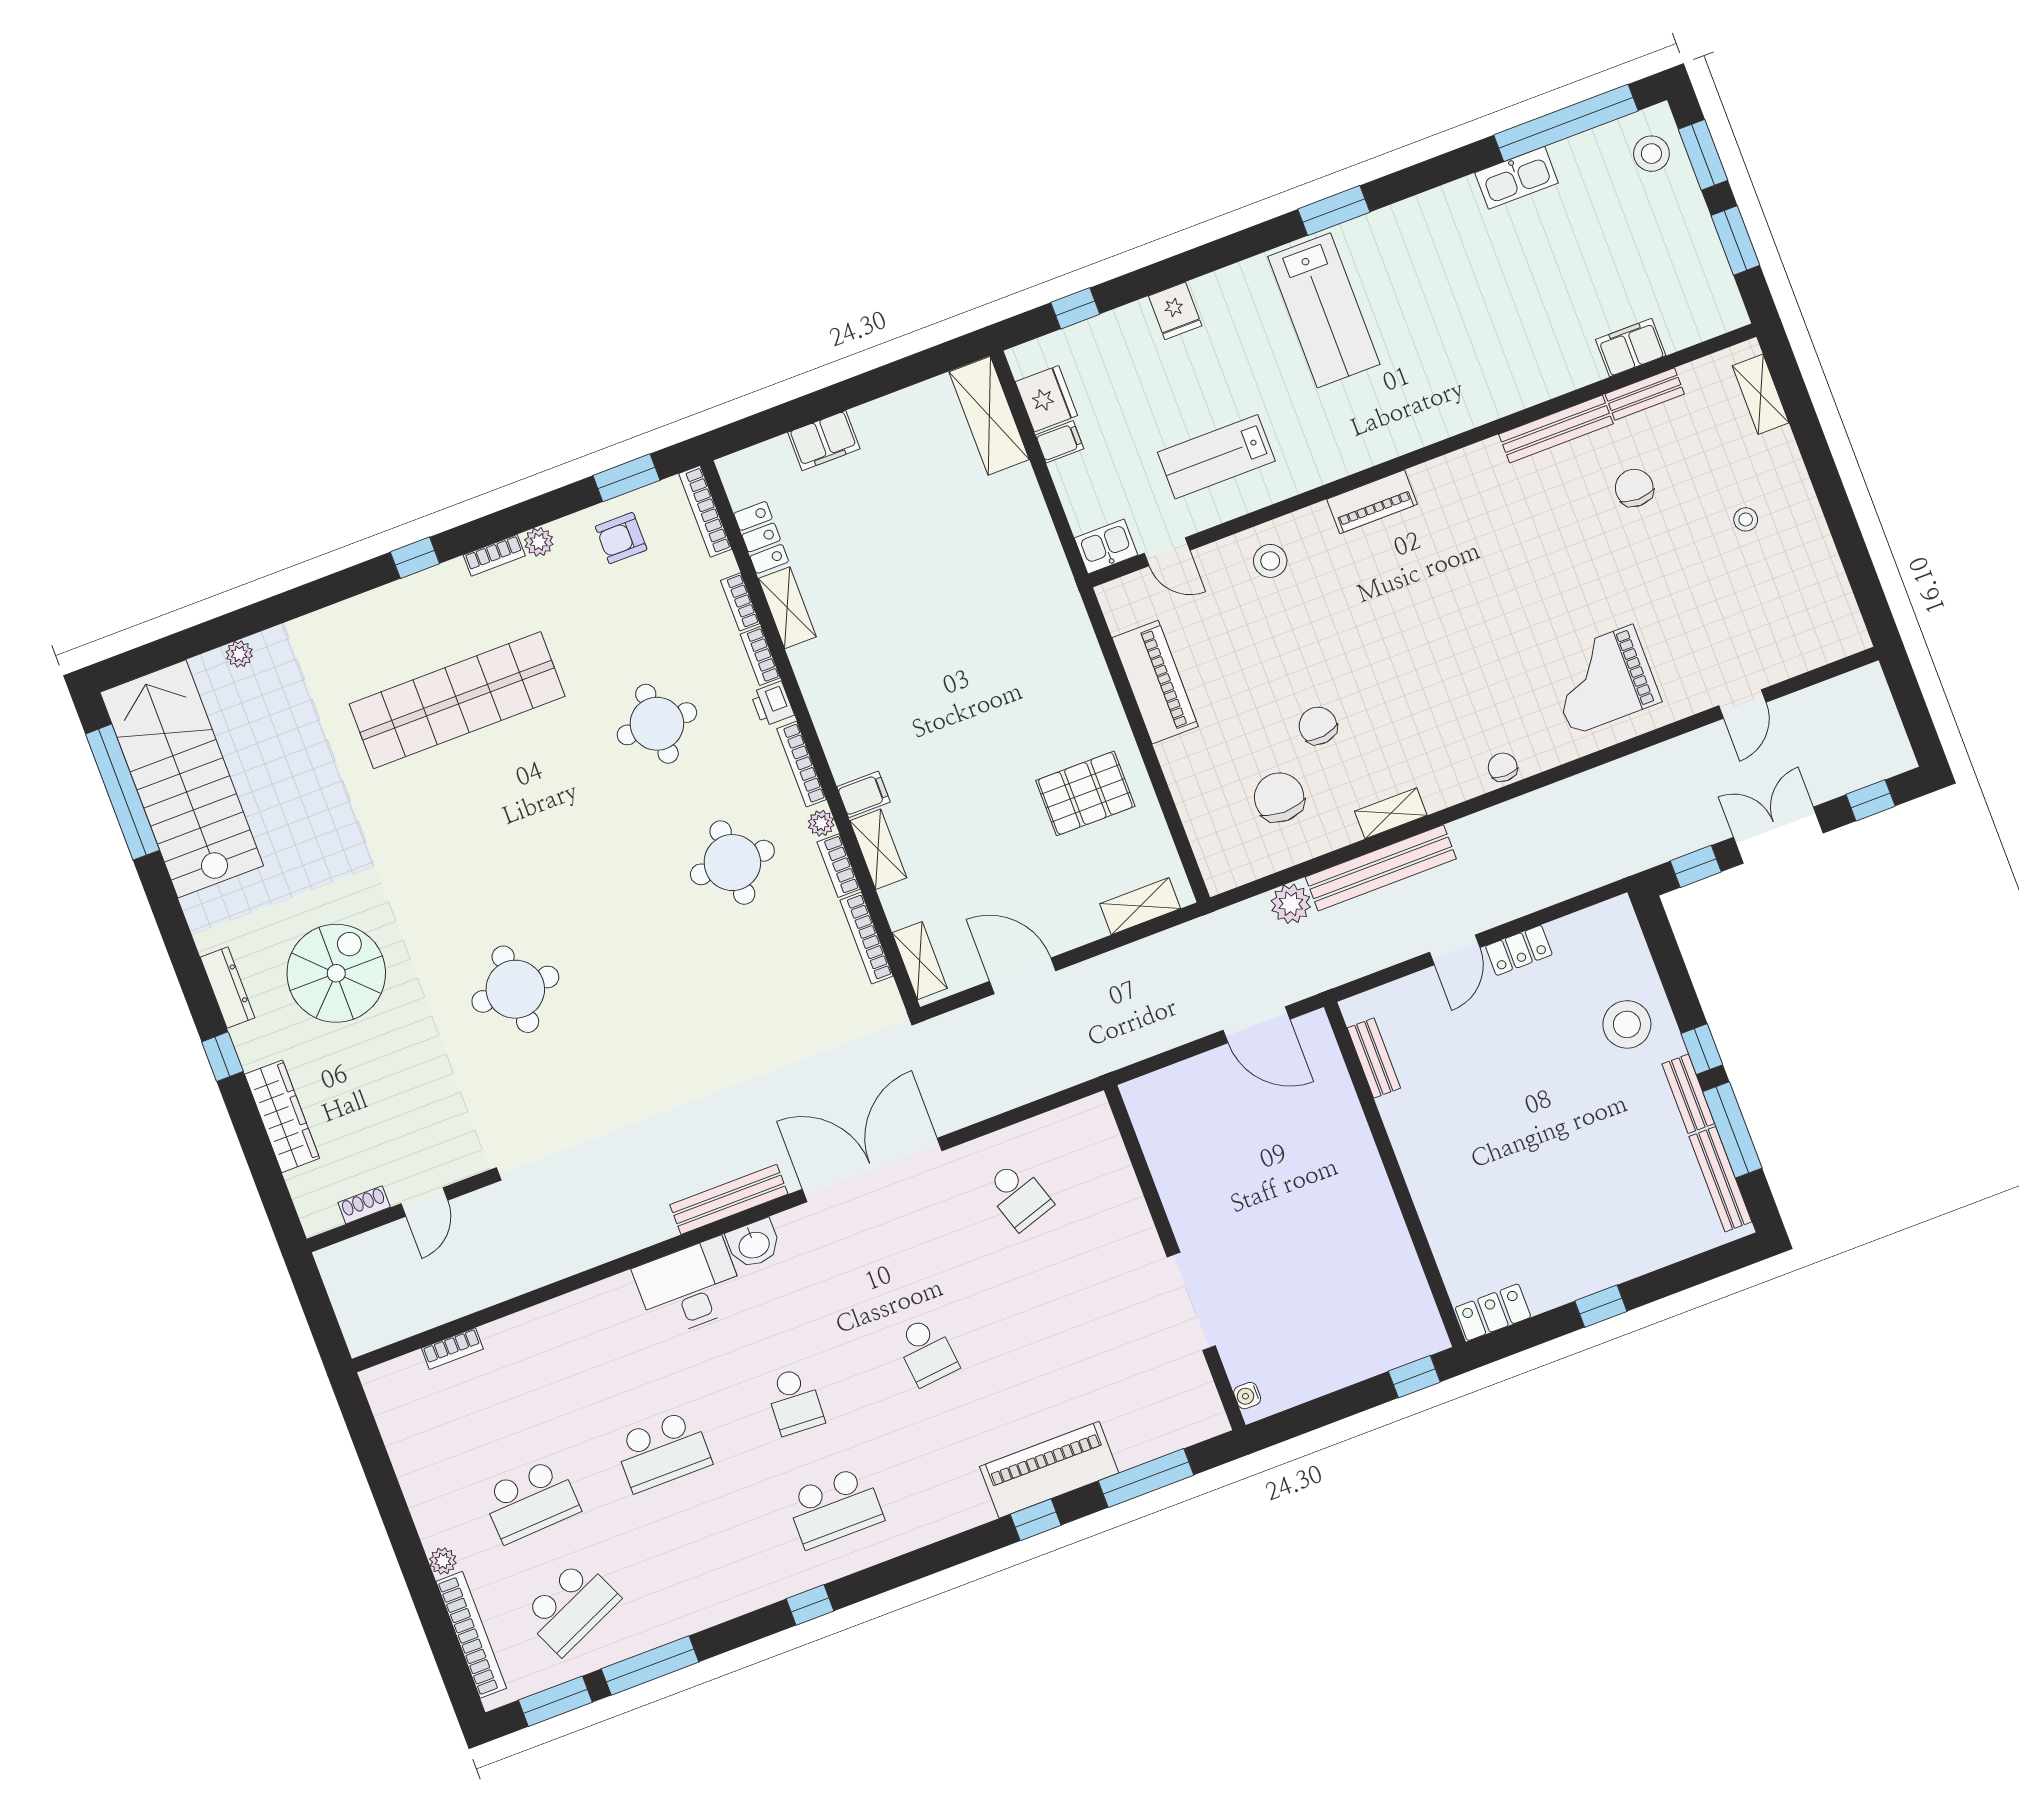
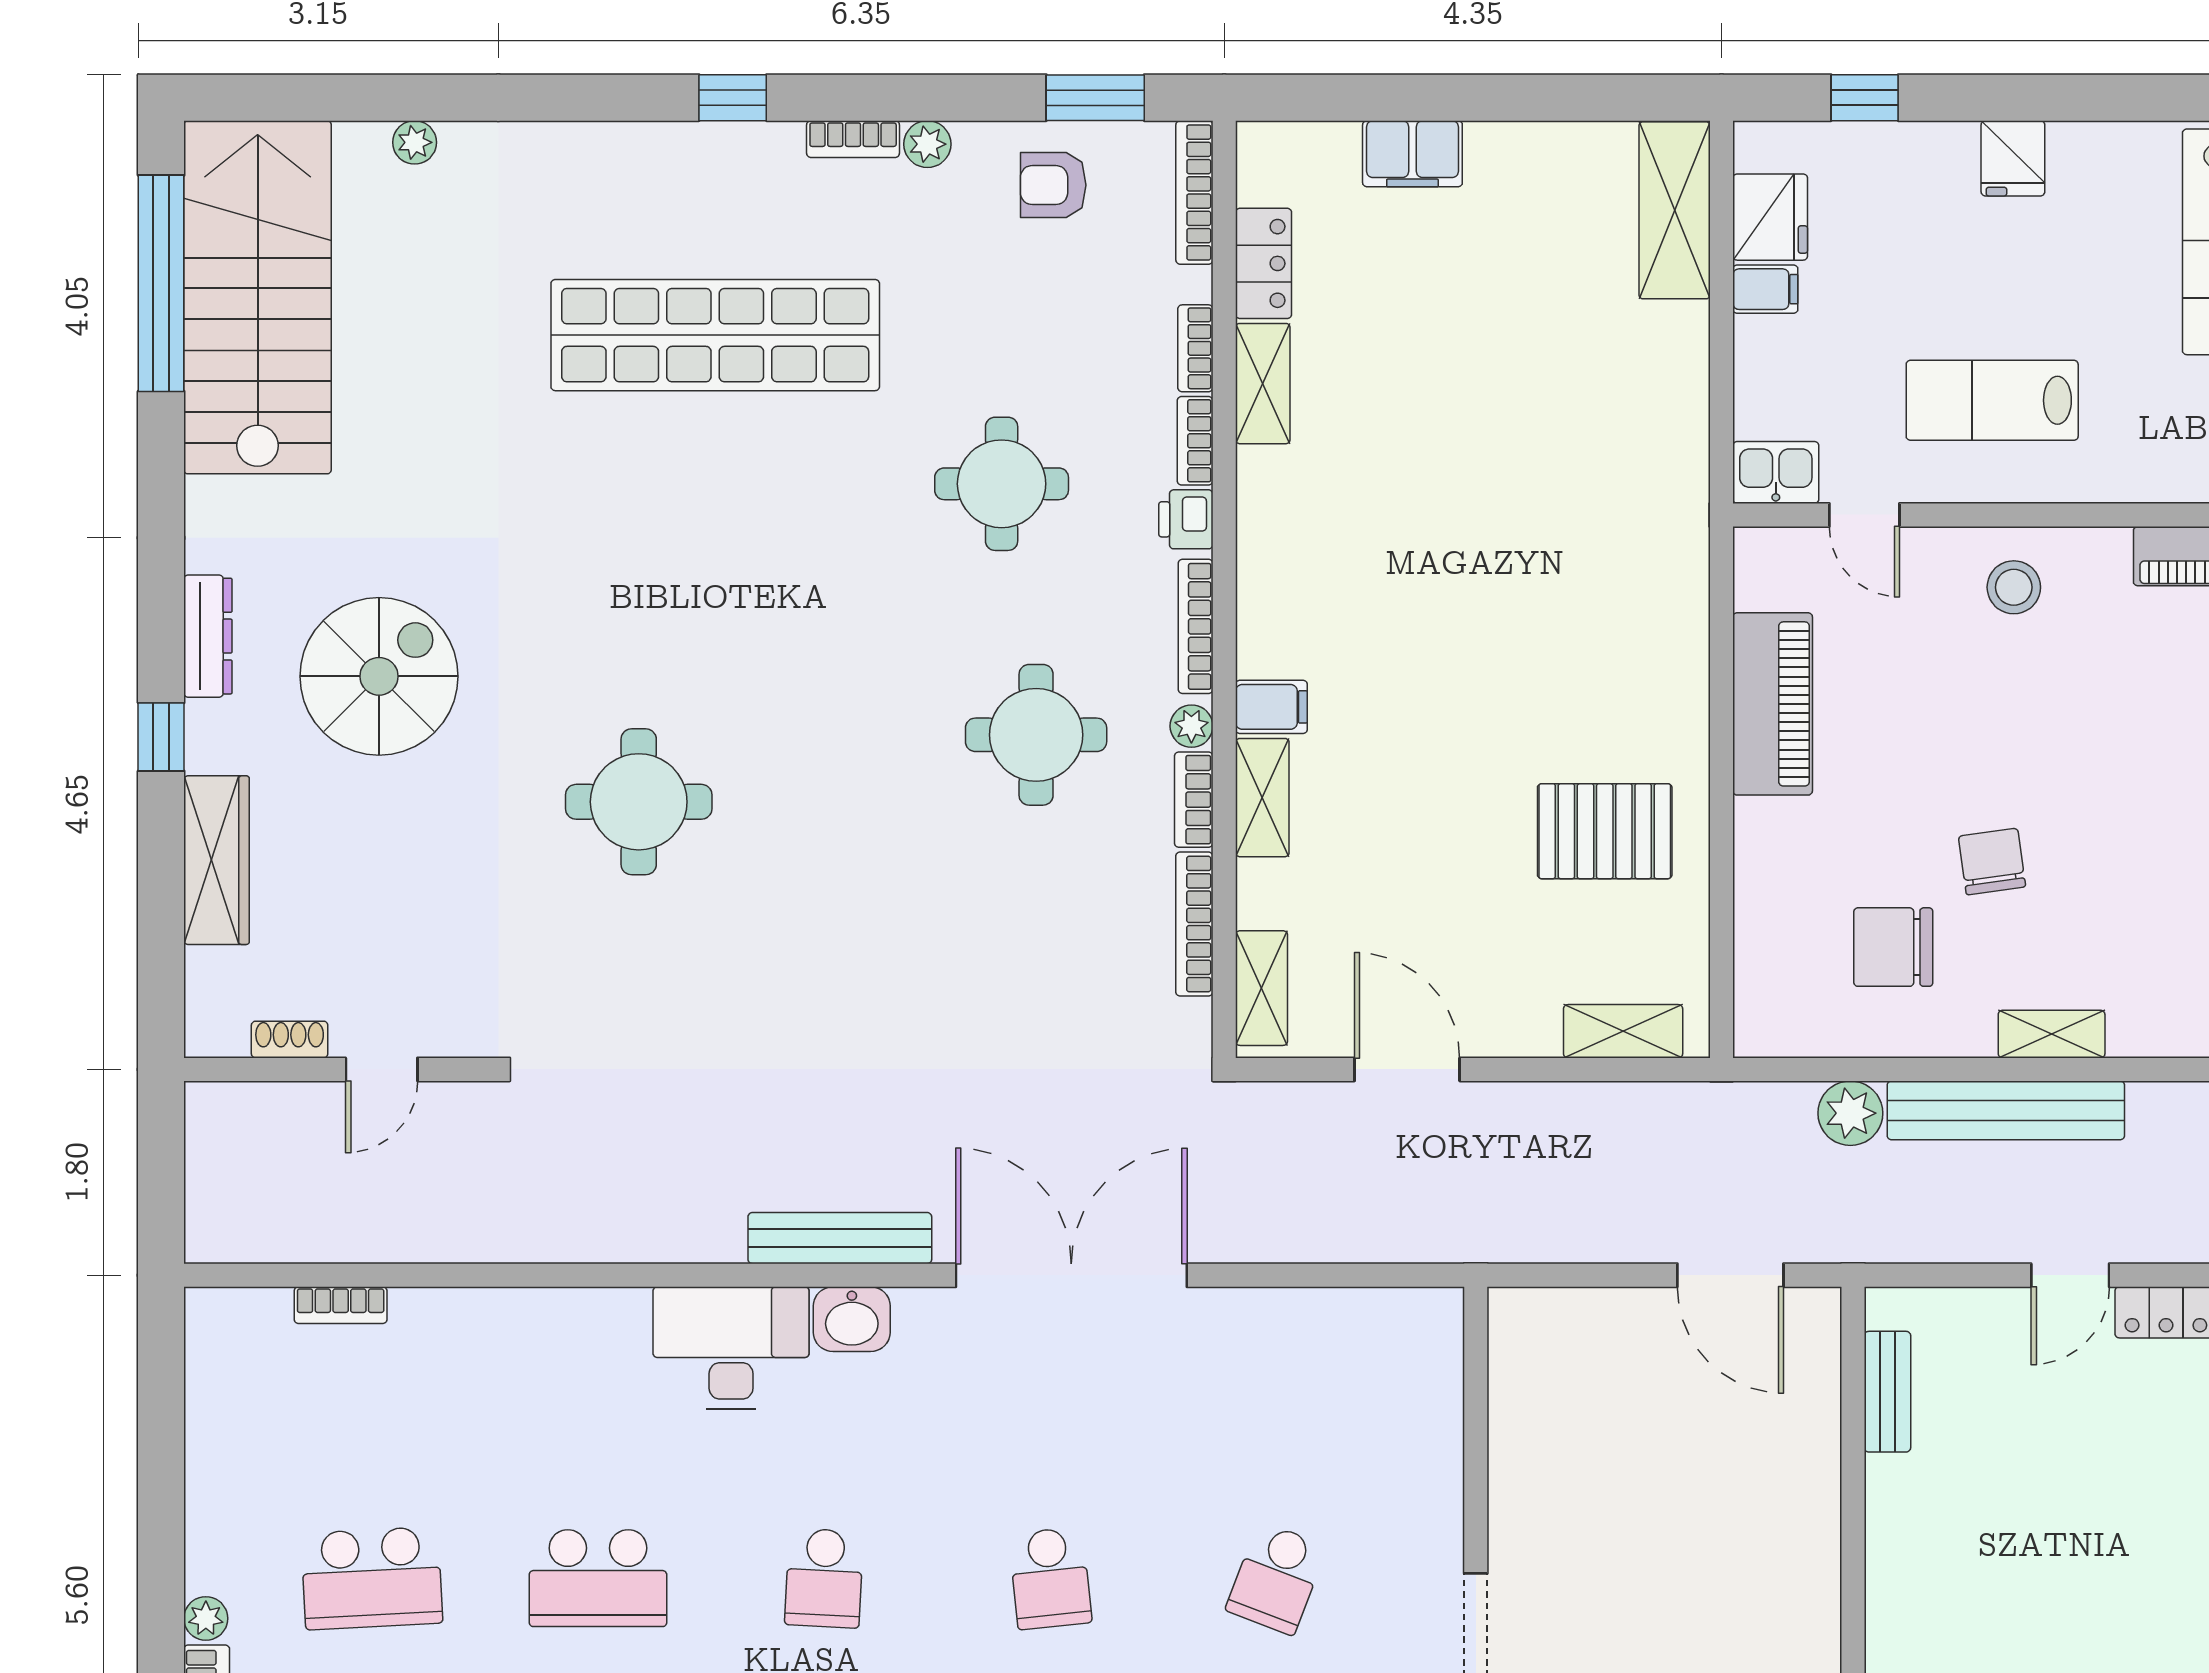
chair: (1279, 797) -> (1893, 947), turned -90
school desk: (1018, 1195) -> (1276, 1578), moved, turned 39

